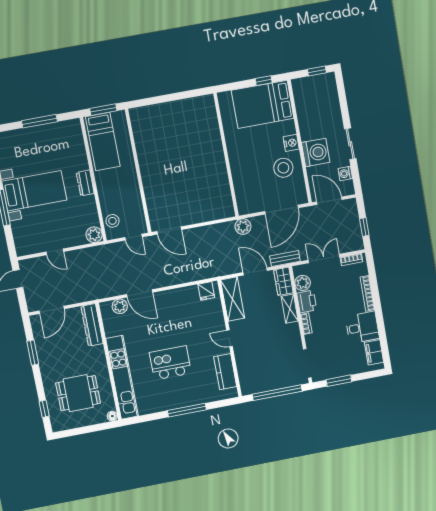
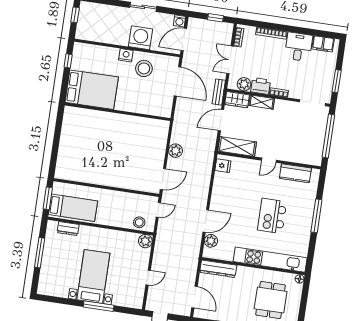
bed: (263, 104) -> (92, 90), moved, turned -90
washing machine: (345, 173) -> (180, 21), moved
dresser: (85, 183) -> (68, 229), moved
plant: (243, 227) -> (176, 151), moved

